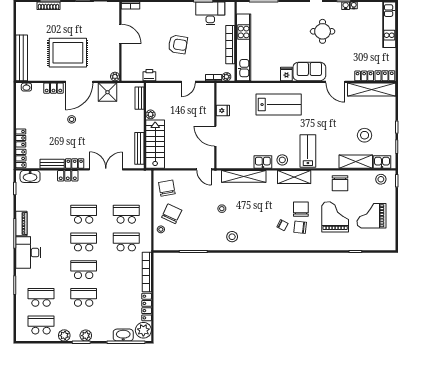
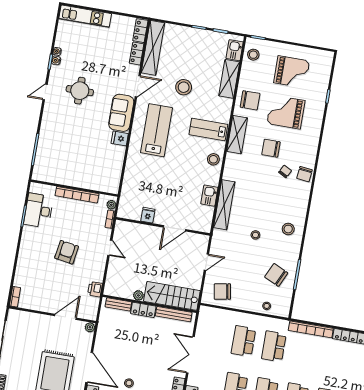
door: (120, 34) -> (66, 317), moved
kitchen unit: (244, 47) -> (82, 180), removed
shower: (108, 92) -> (106, 338), removed
lab bench: (279, 105) -> (156, 130), moved
locker: (138, 121) -> (143, 310), added
stool: (365, 135) -> (184, 87), moved
kitchen sink: (263, 162) -> (209, 196), moved
door: (204, 169) -> (206, 262), moved
shelving: (294, 177) -> (237, 135), moved
chair: (172, 214) -> (276, 275), moved
grand piano: (372, 216) -> (292, 72), turned -90
chair: (300, 227) -> (304, 174), moved

